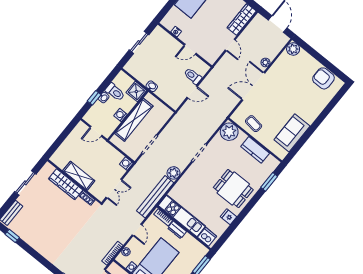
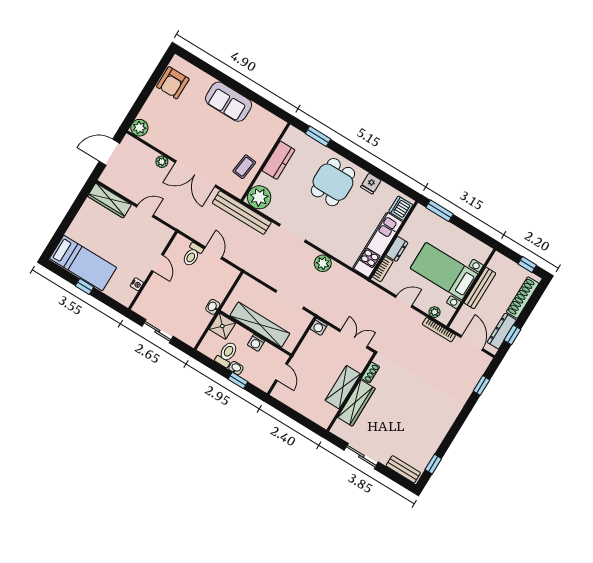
sofa: (292, 133) -> (229, 102), moved
bench: (155, 197) -> (242, 213), moved

